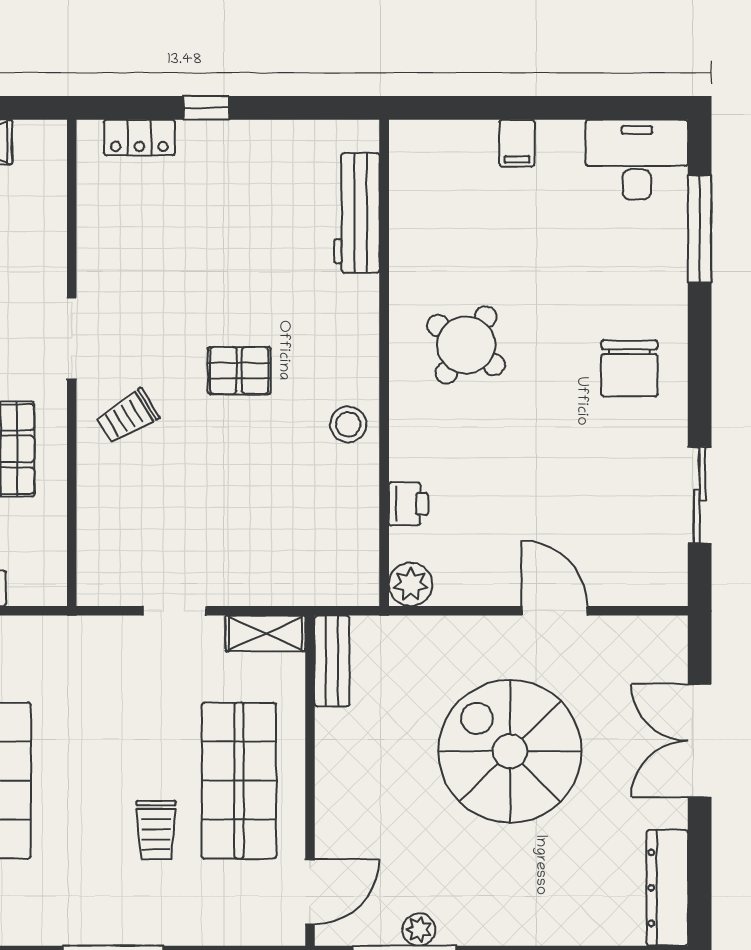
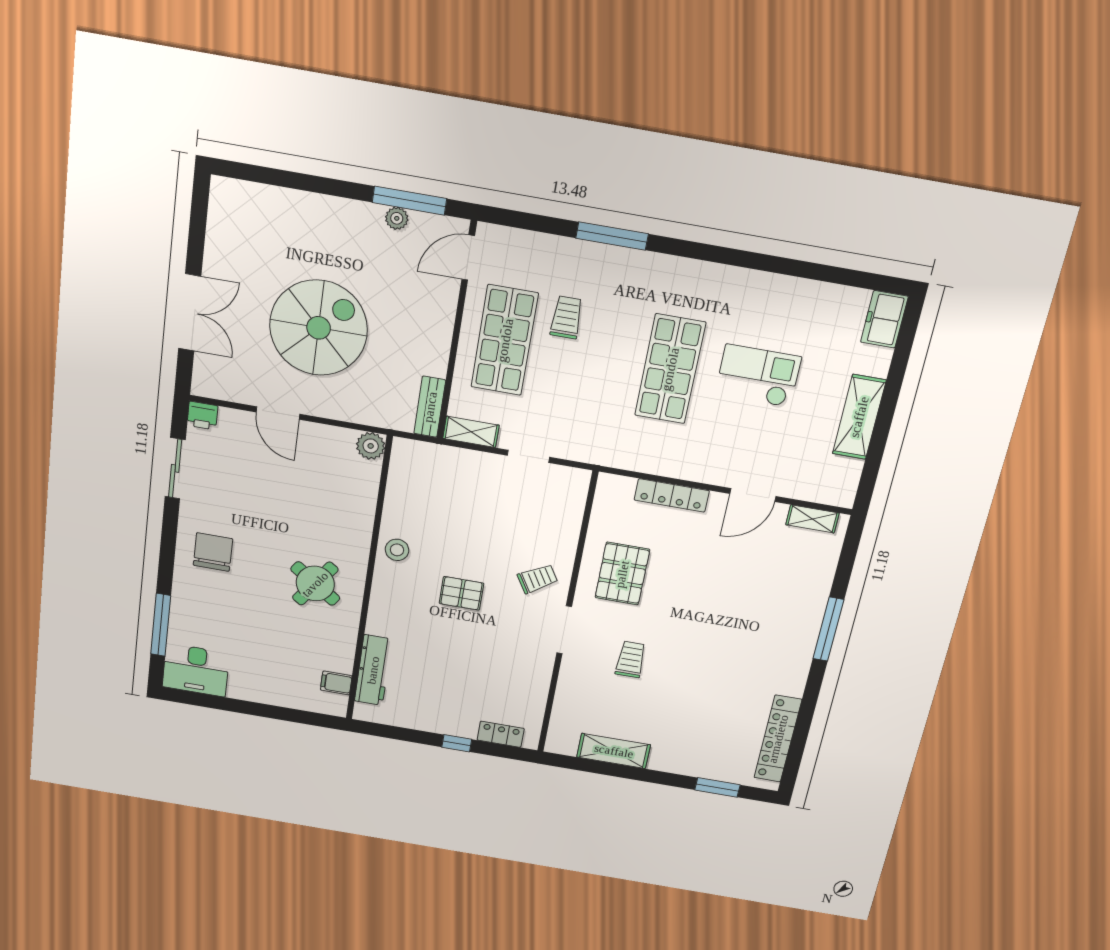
filing cabinet: (517, 143) -> (336, 683), moved, turned -90
printer: (408, 504) -> (202, 416), moved, turned -90
spiral stairs: (510, 751) -> (319, 328), turned -90
dresser: (667, 888) -> (221, 217), removed

